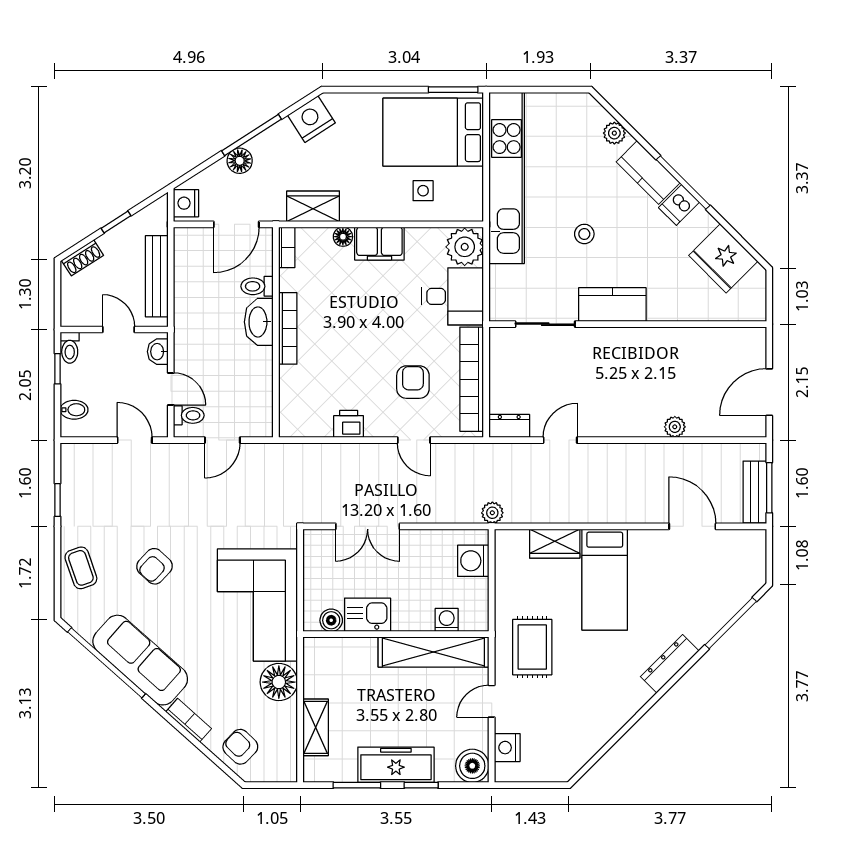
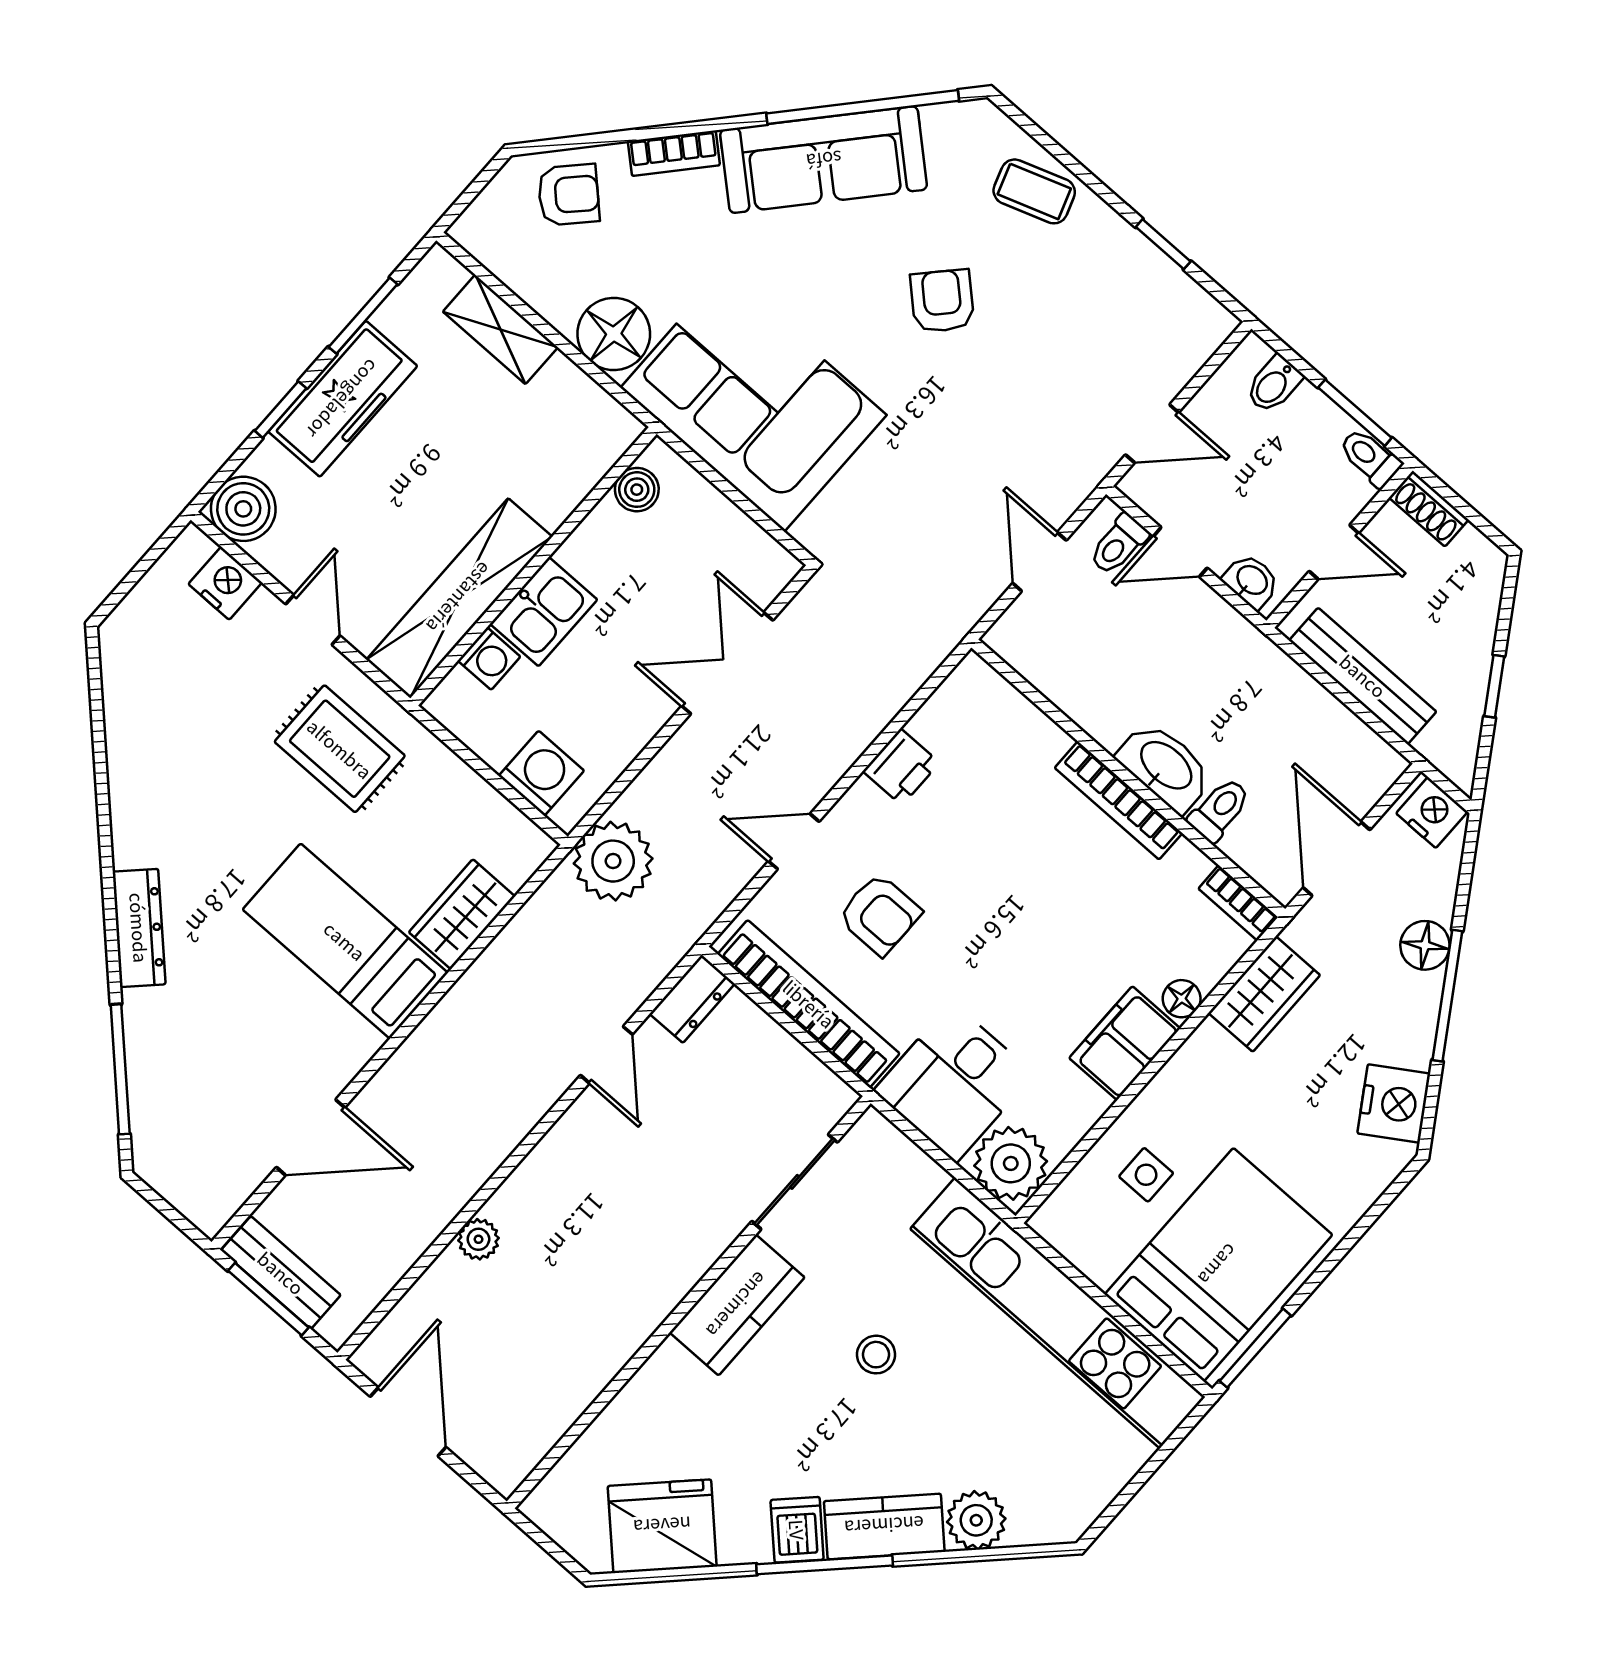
plant: (614, 133) -> (976, 1520), width x1.38, depth x1.38
shoe rack: (82, 258) -> (1429, 509), moved, turned -57
window: (58, 369) -> (1355, 413), width x1.50
plant: (492, 513) -> (613, 861), width x1.88, depth x1.88
kitchen sink: (368, 615) -> (544, 612), moved

